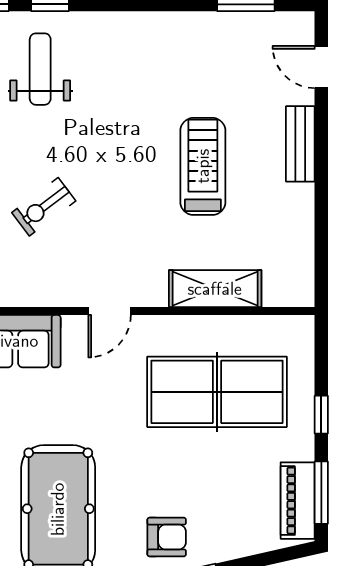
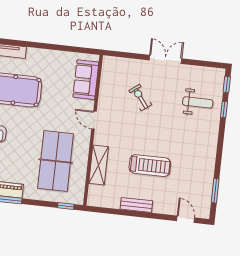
door: (321, 67) -> (186, 219), hinge flipped
bench: (300, 144) -> (136, 205), moved
window: (321, 415) -> (66, 206), moved

